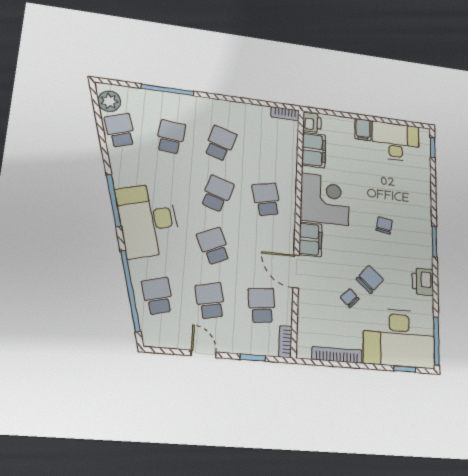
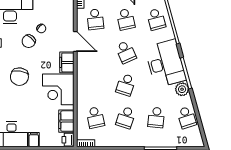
plant: (109, 101) -> (182, 89), moved
school desk: (266, 199) -> (95, 118), moved
chair: (384, 225) -> (19, 77), width x1.87, depth x1.87

